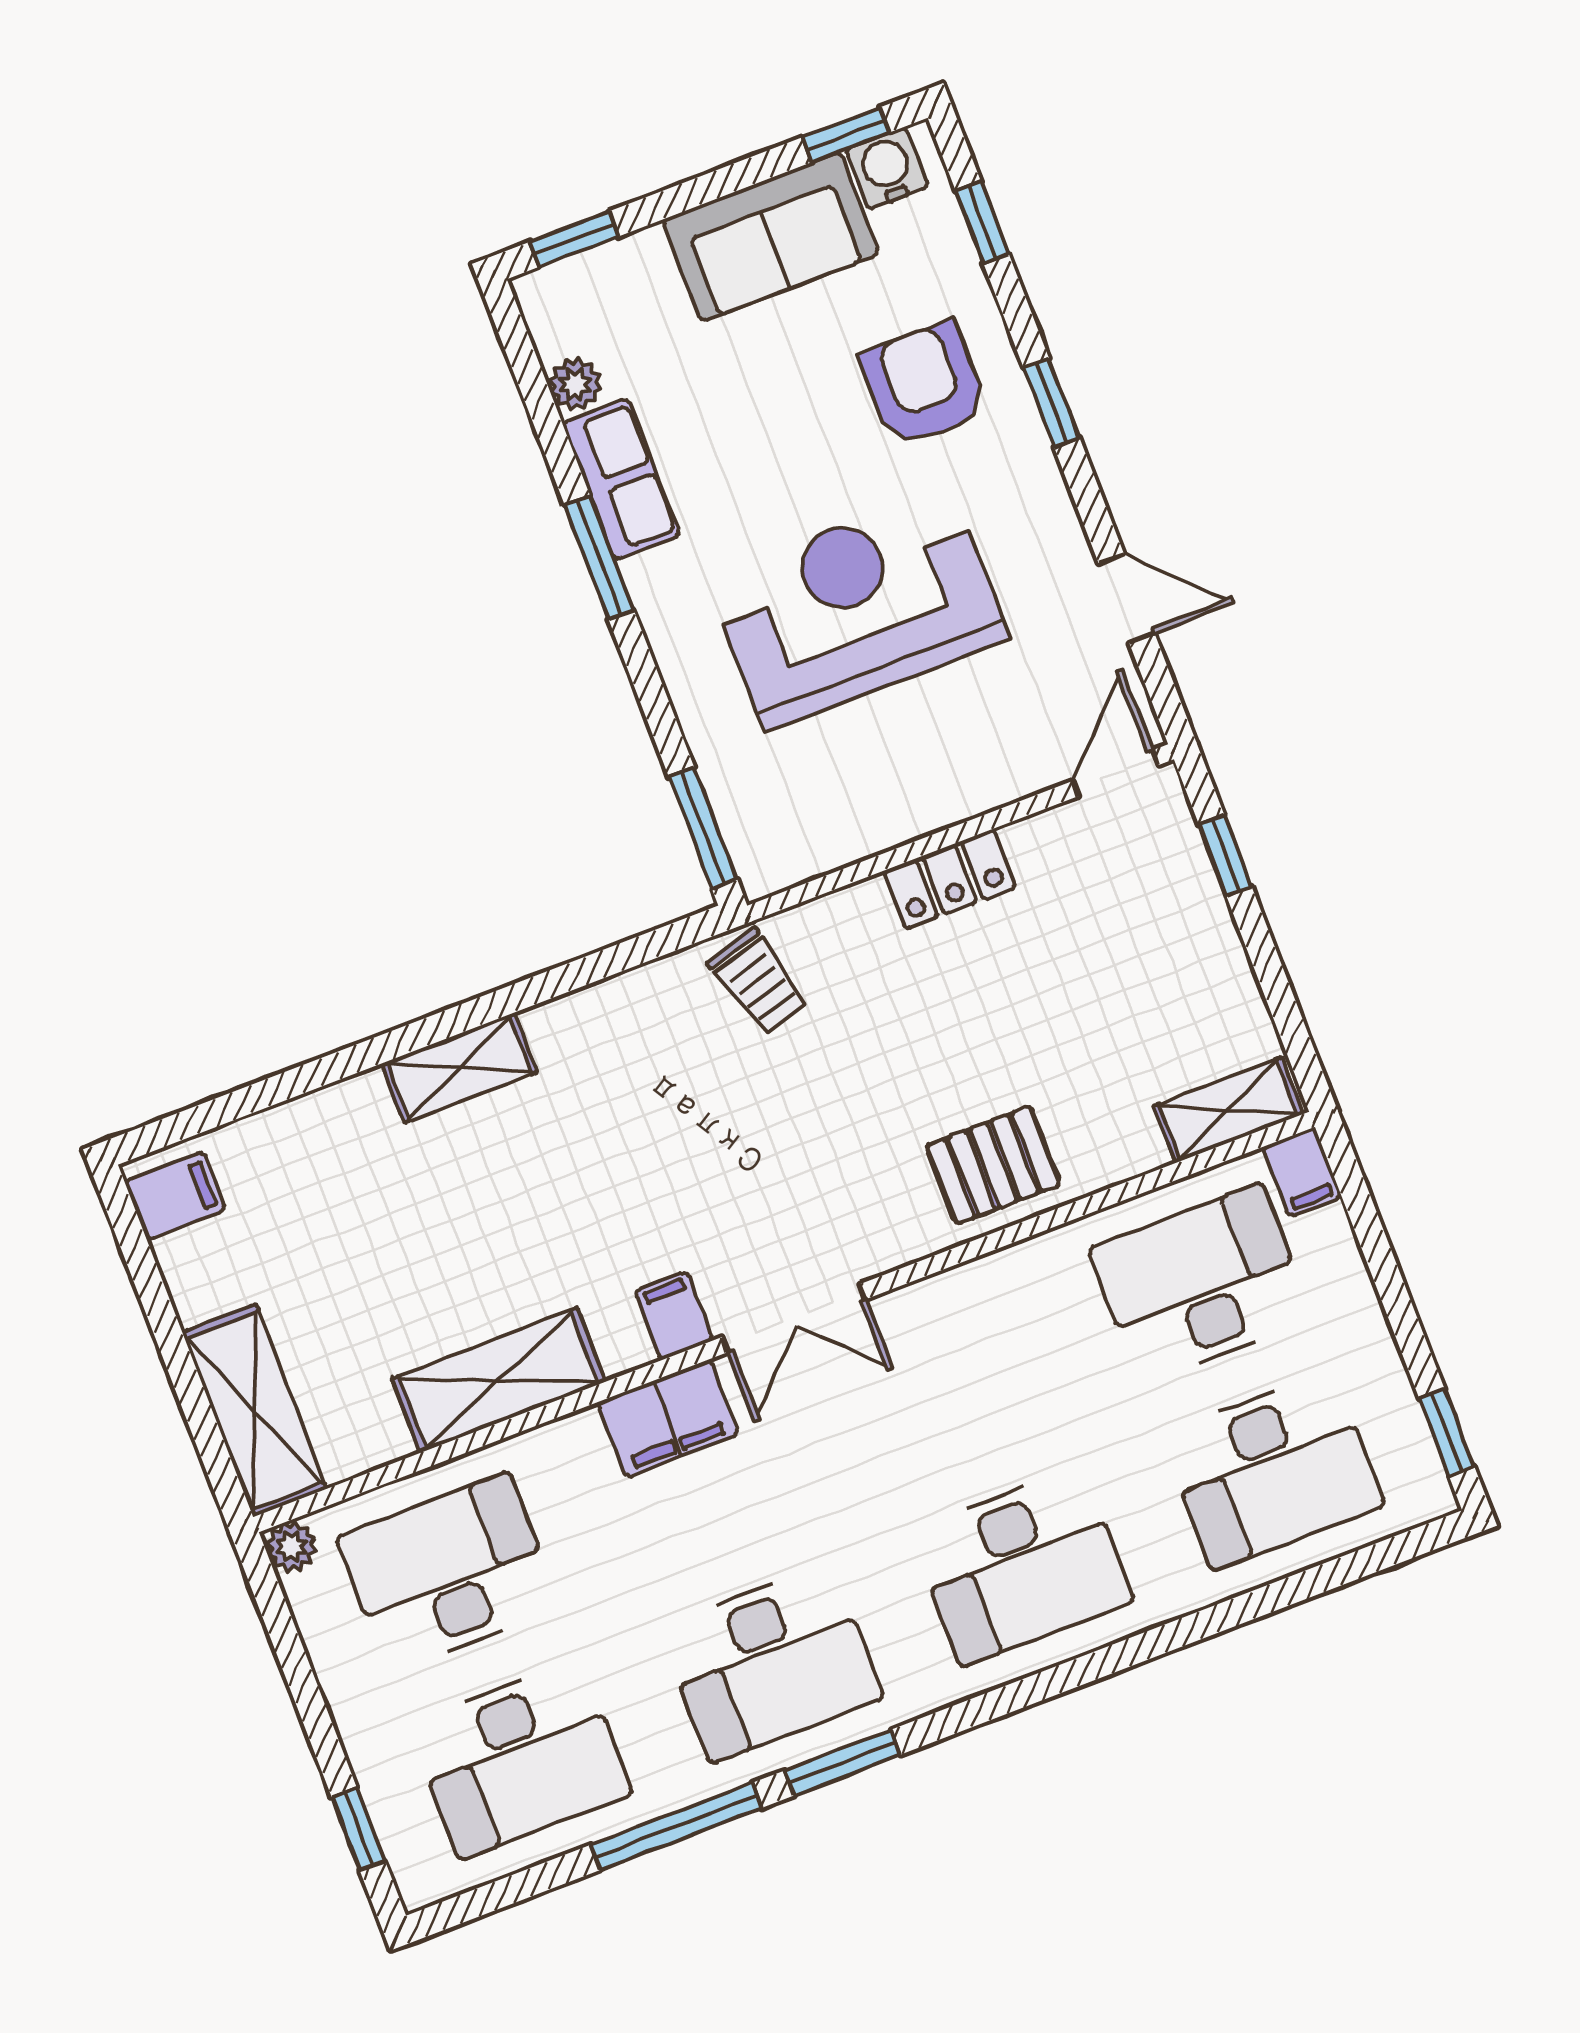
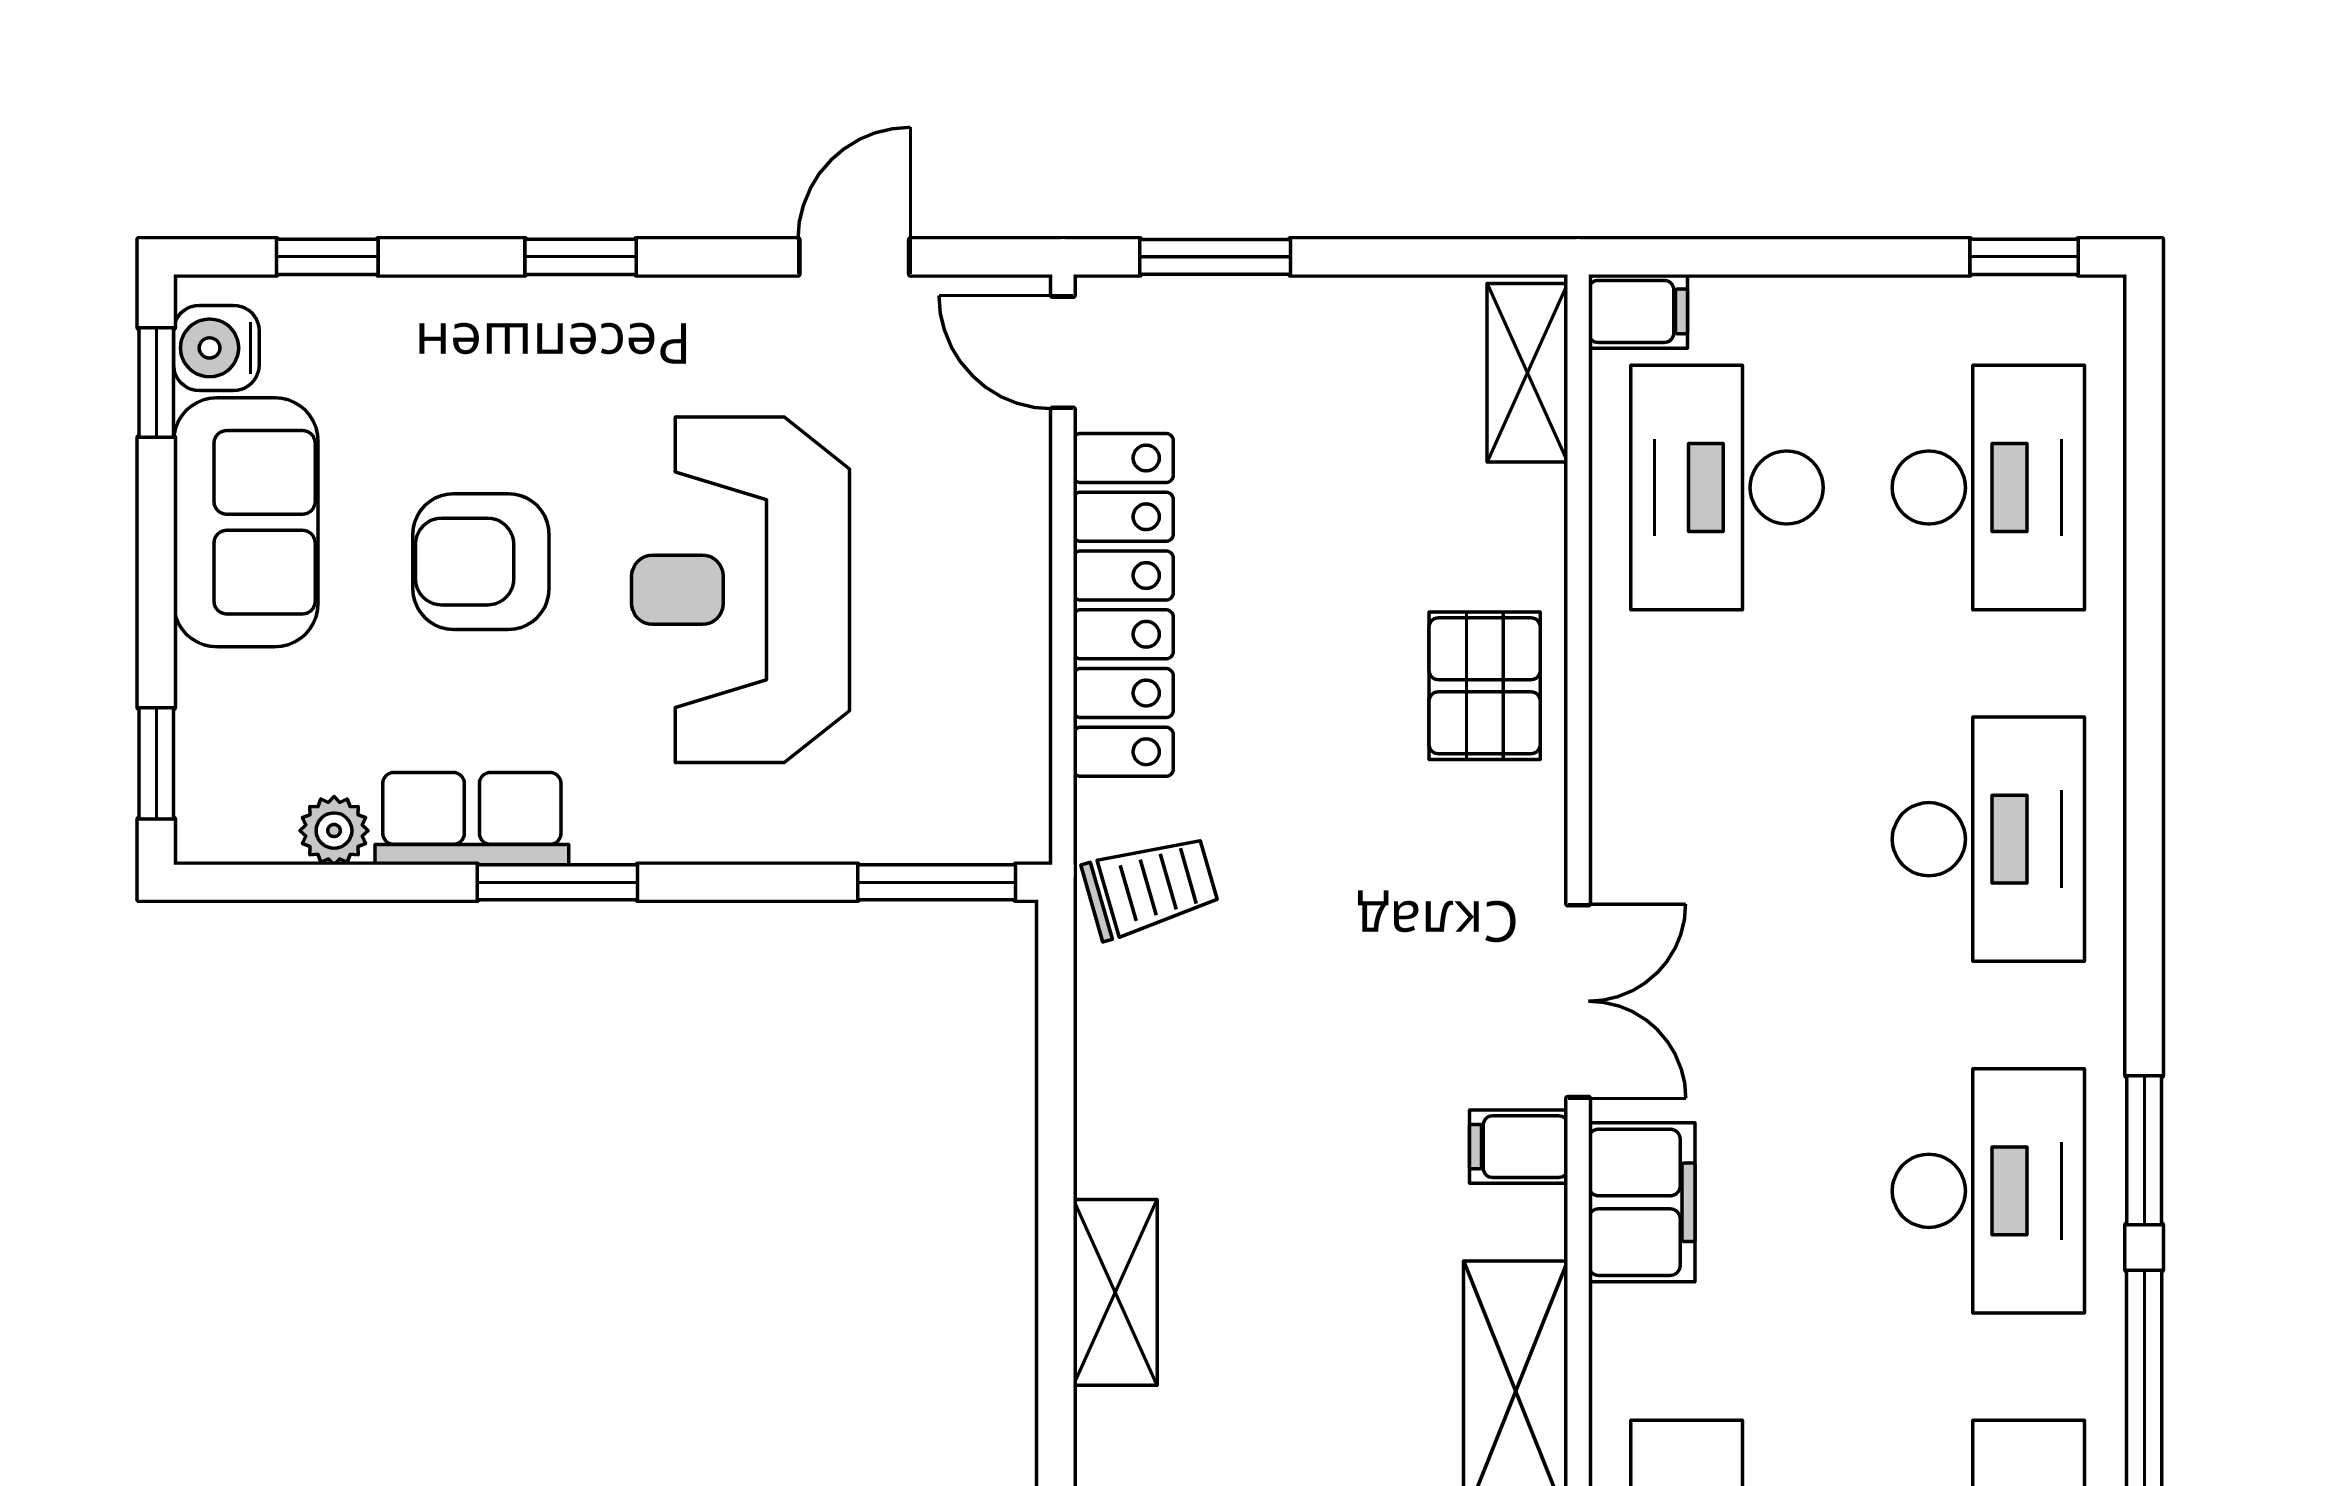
armchair: (924, 384) -> (481, 562), moved
window: (1225, 855) -> (1215, 257), width x1.50
locker: (950, 879) -> (1123, 605), width x2.16, depth x1.21

